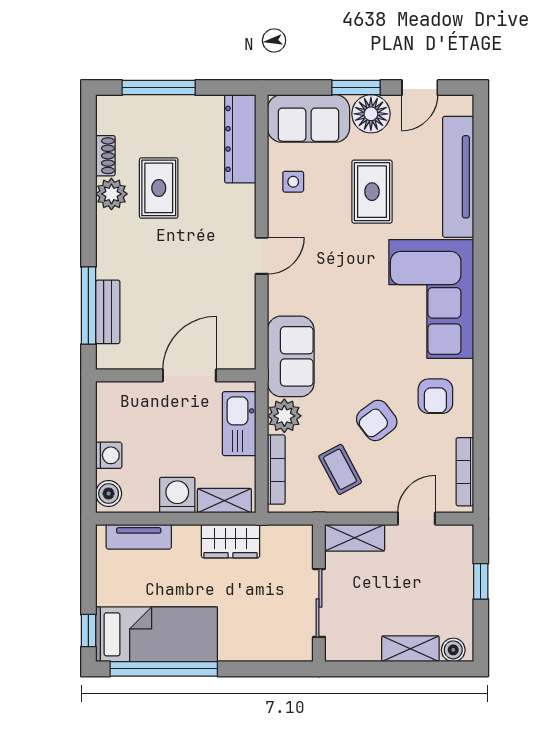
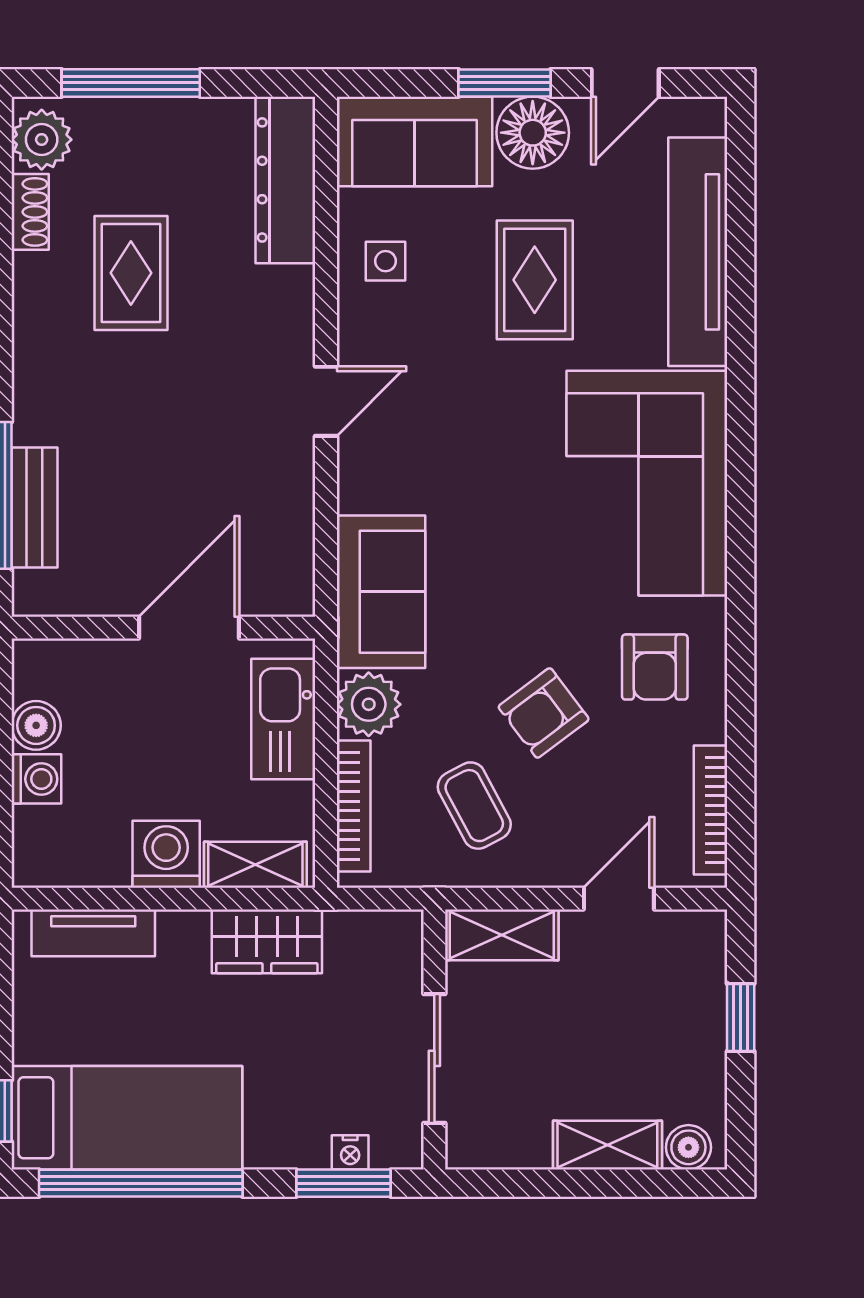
plant: (111, 194) -> (42, 140), moved
boiler: (109, 494) -> (36, 725), moved
nightstand: (274, 653) -> (350, 1152), added
window: (271, 669) -> (344, 1183), added

